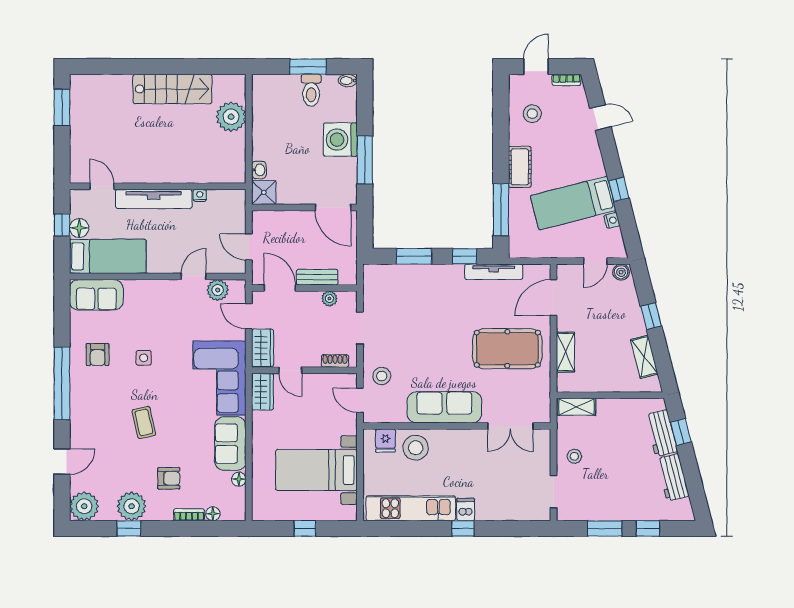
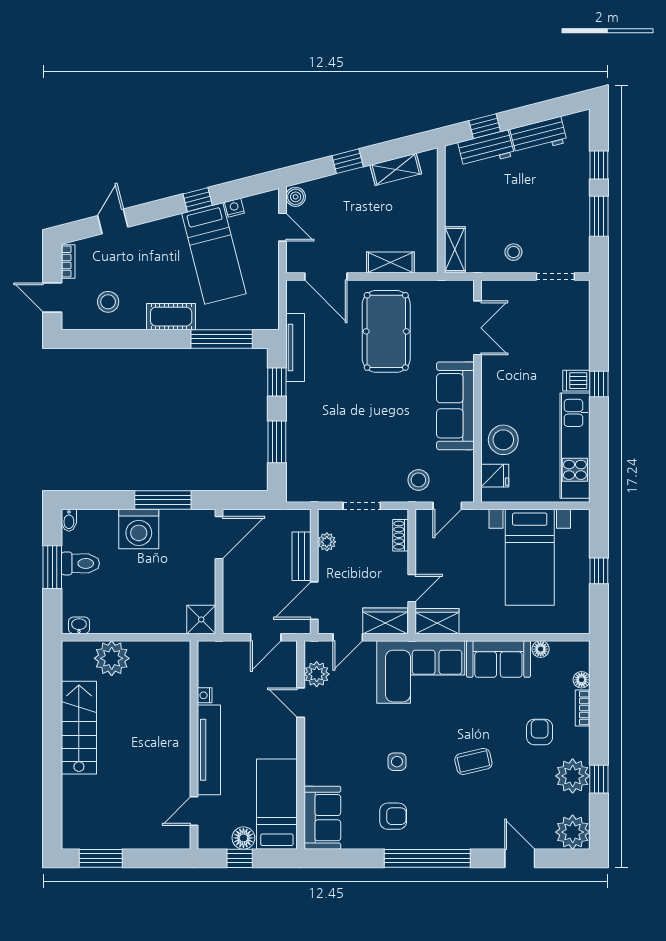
washbasin: (259, 170) -> (79, 625), moved

